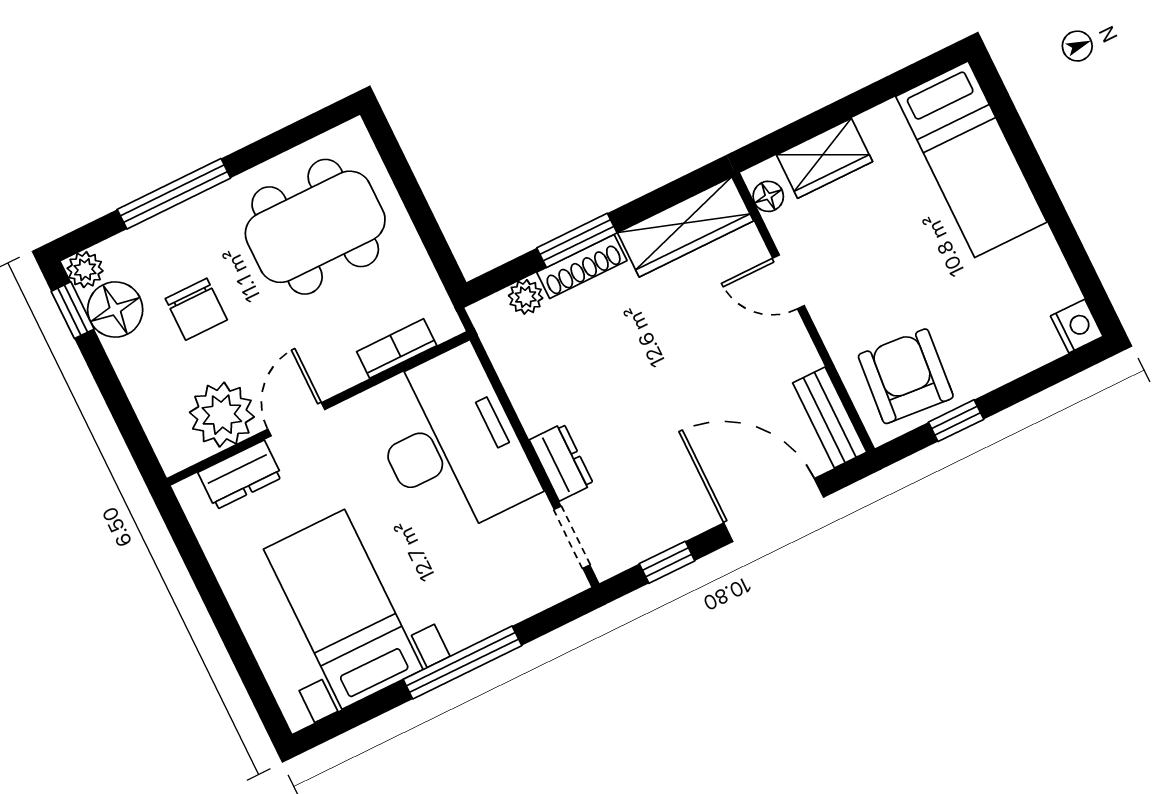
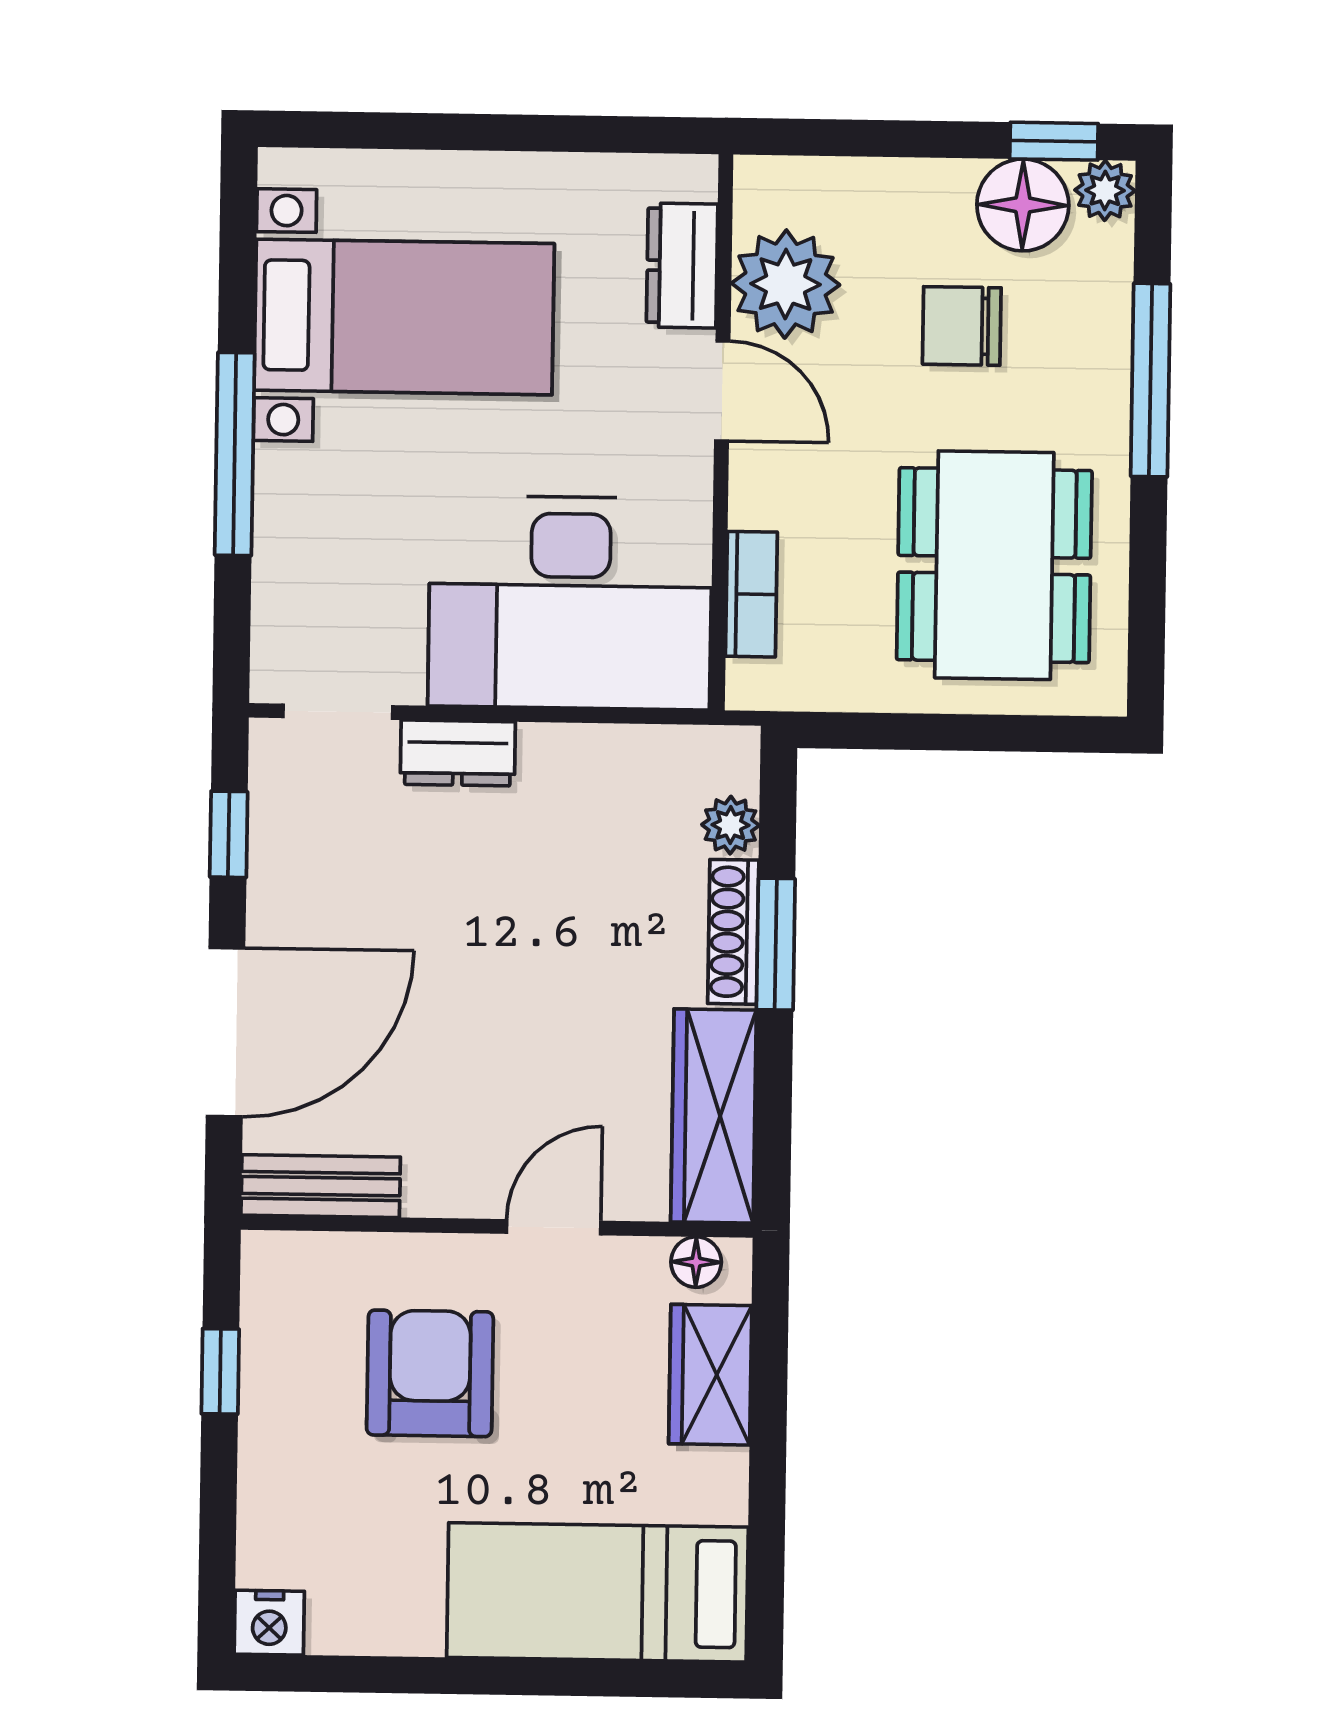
armchair: (906, 376) -> (430, 1373), moved, turned -95

